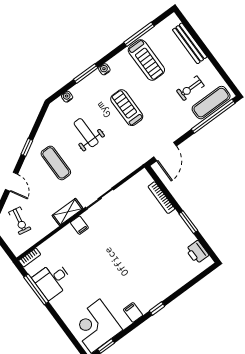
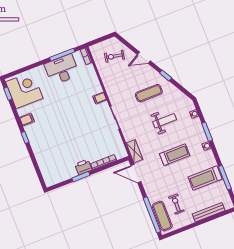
shelving: (68, 212) -> (135, 151), moved
printer: (197, 252) -> (83, 167), moved
desk: (52, 280) -> (62, 70), width x1.37

